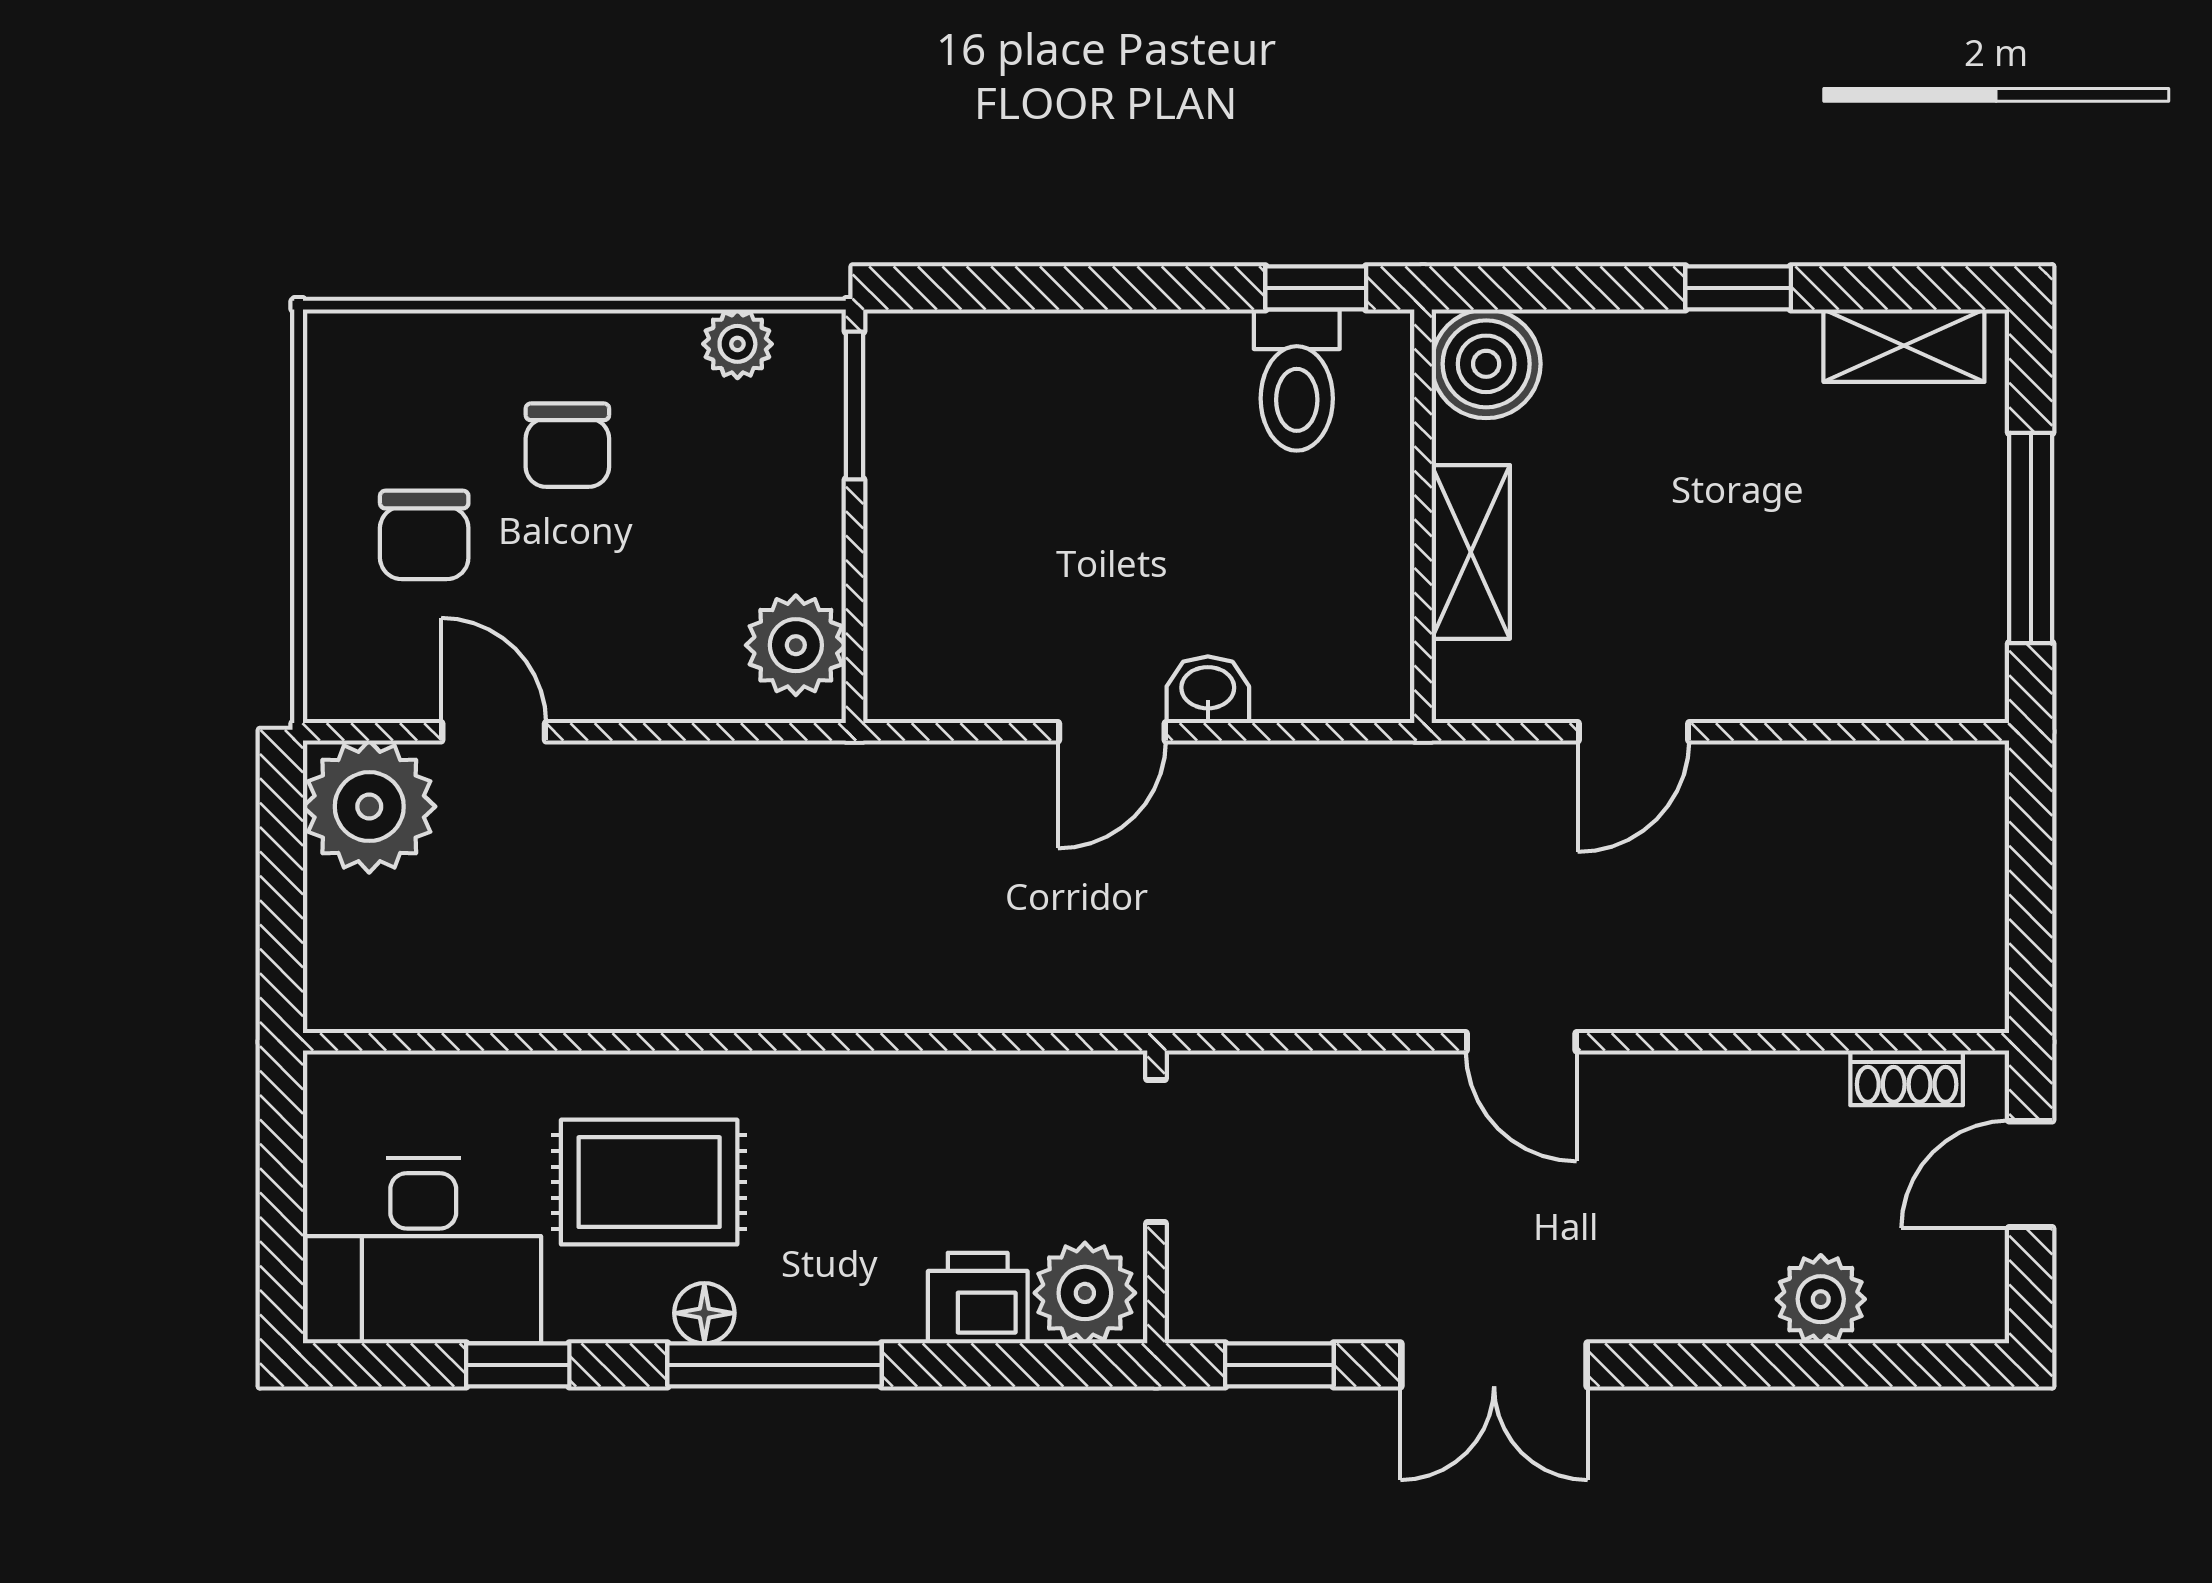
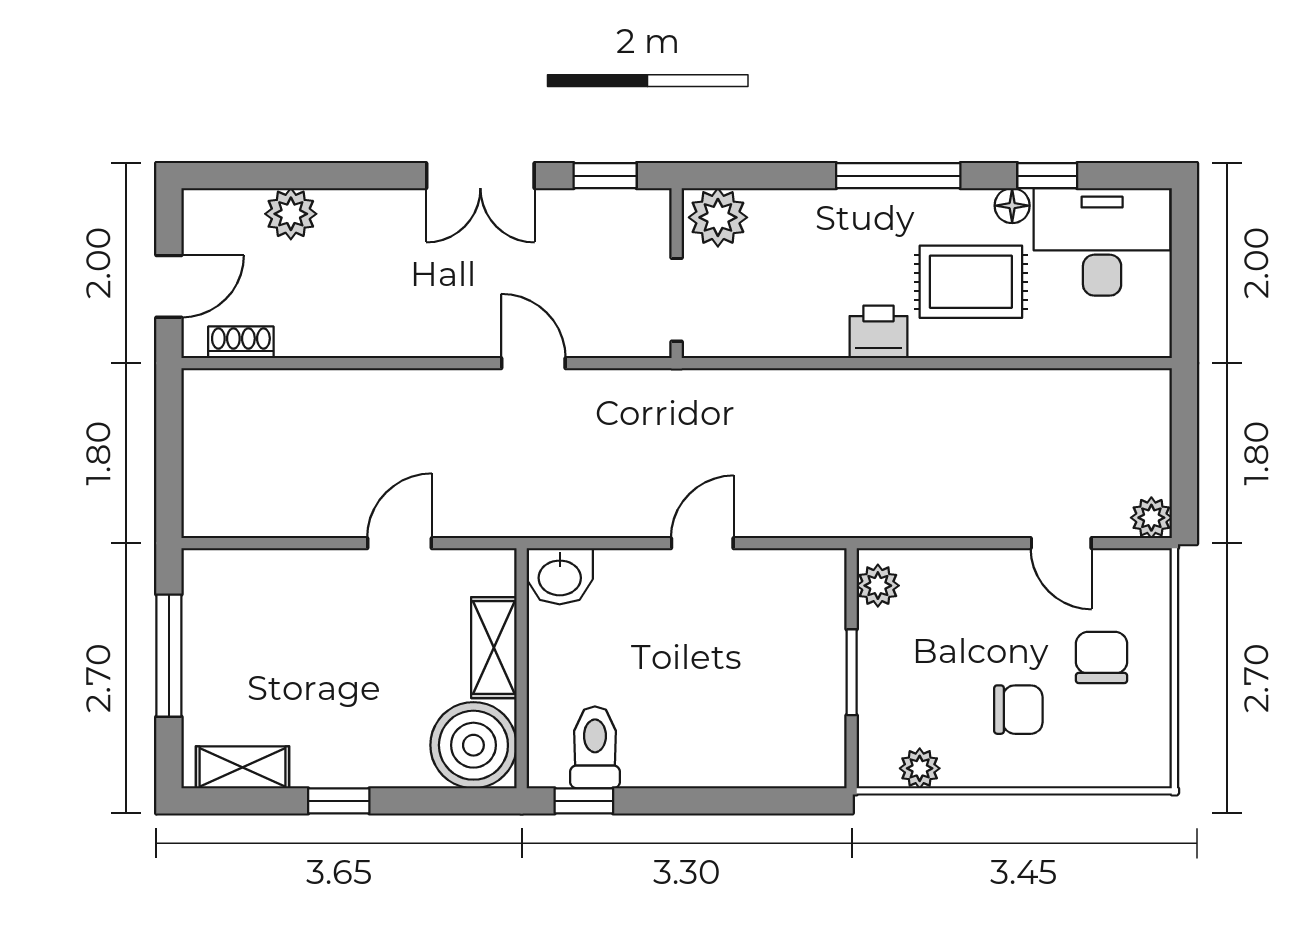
boiler: (1486, 364) -> (473, 745), width x1.37, depth x1.37
window: (854, 405) -> (852, 672), moved
chair: (567, 445) -> (1018, 710), turned 90
plant: (796, 645) -> (878, 586), width x0.73, depth x0.73
washbasin: (1208, 690) -> (560, 576), moved, width x1.38, depth x1.45
plant: (369, 807) -> (1151, 518), width x0.53, depth x0.53
door: (1521, 1042) -> (533, 363), moved
printer: (978, 1298) -> (878, 332), moved, turned 180
floor lamp: (704, 1313) -> (1012, 206), moved
double door: (1494, 1365) -> (480, 176), swing flipped

